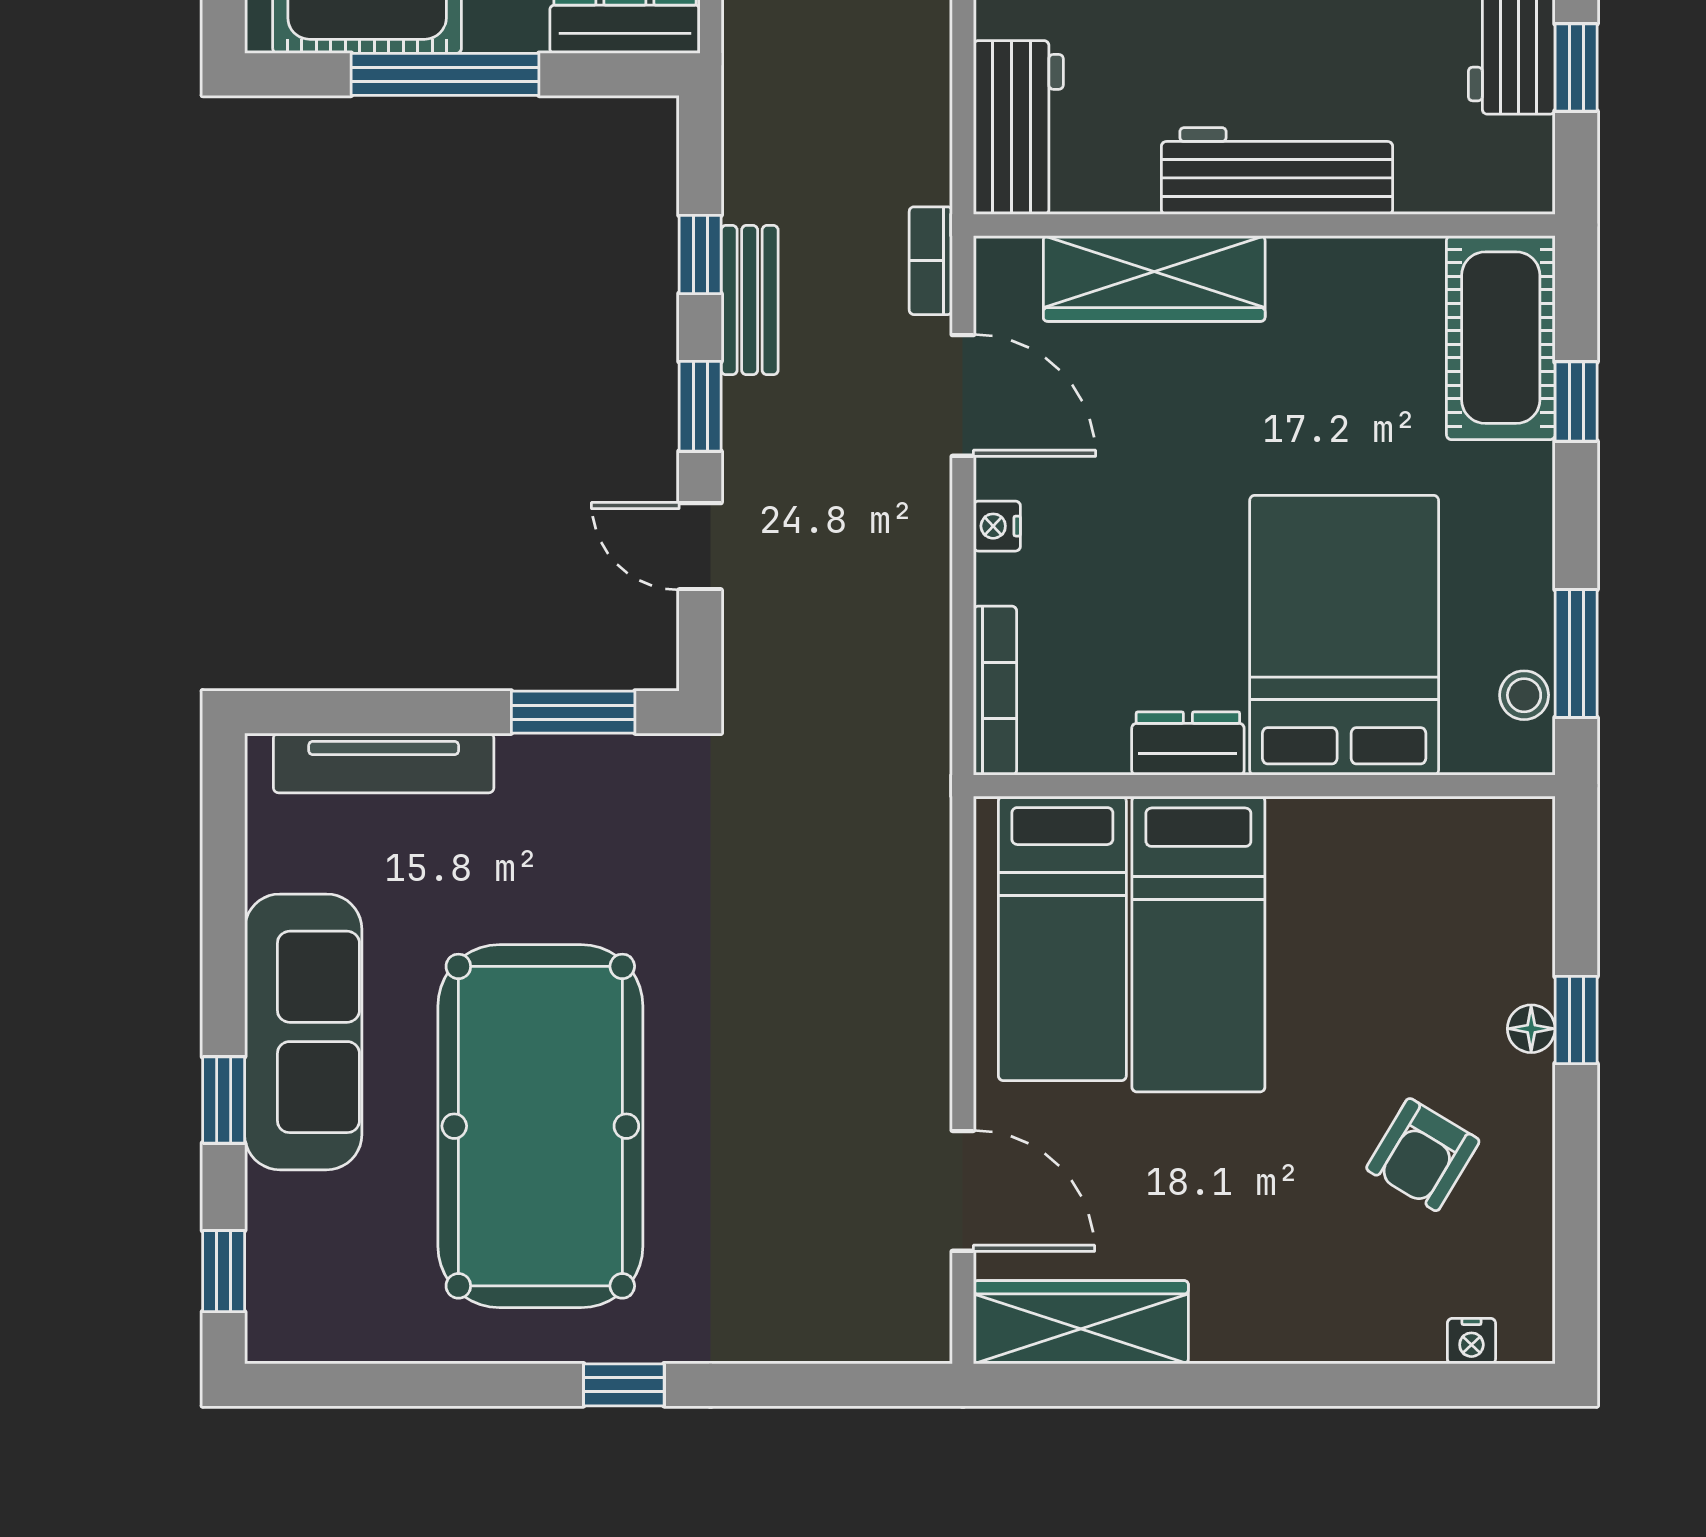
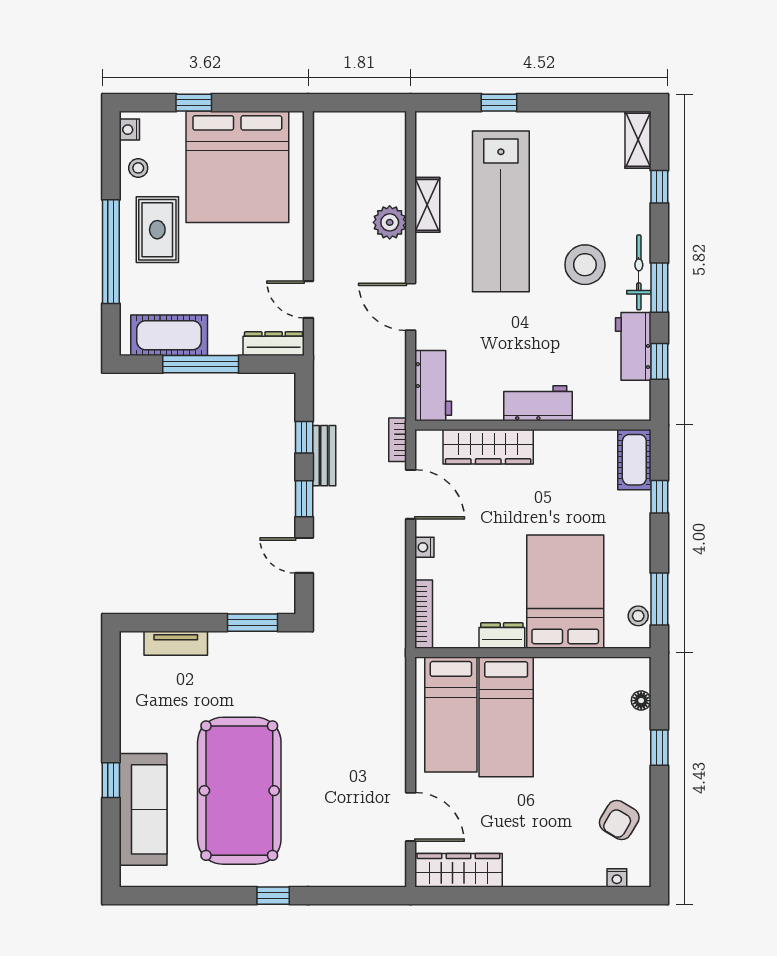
workbench: (1277, 171) -> (538, 403), width x0.73
cot: (1501, 338) -> (634, 460), width x0.73, depth x0.75
tv unit: (384, 763) -> (176, 643), width x0.71
floor lamp: (1531, 1029) -> (641, 701), moved
sofa: (303, 1032) -> (143, 809), moved
armchair: (1423, 1155) -> (619, 820), moved
window: (224, 1271) -> (111, 849), removed

